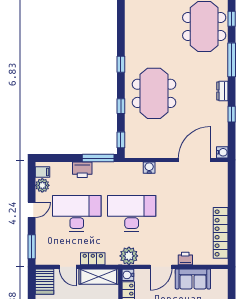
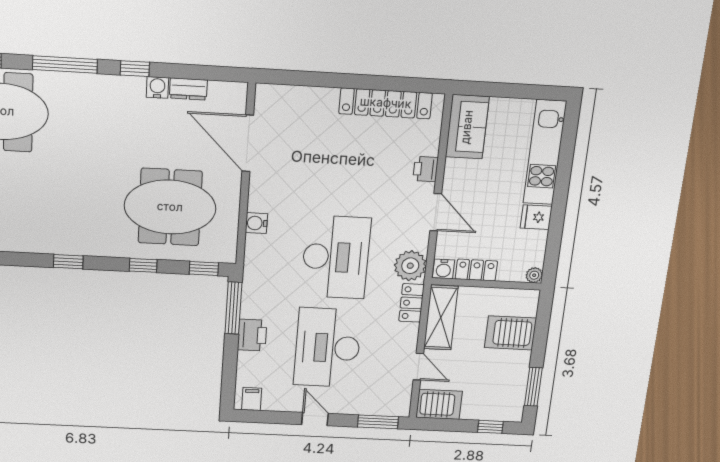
dresser: (222, 91) -> (188, 89), moved
meeting table: (154, 93) -> (170, 207), moved
window: (232, 114) -> (135, 69), moved
water cooler: (222, 152) -> (157, 87), moved
plant: (42, 185) -> (275, 400), removed
desk: (132, 213) -> (336, 257), turned 180
locker: (93, 259) -> (411, 303), moved
door: (68, 267) -> (418, 367), hinge flipped
sofa: (193, 279) -> (467, 127), moved

